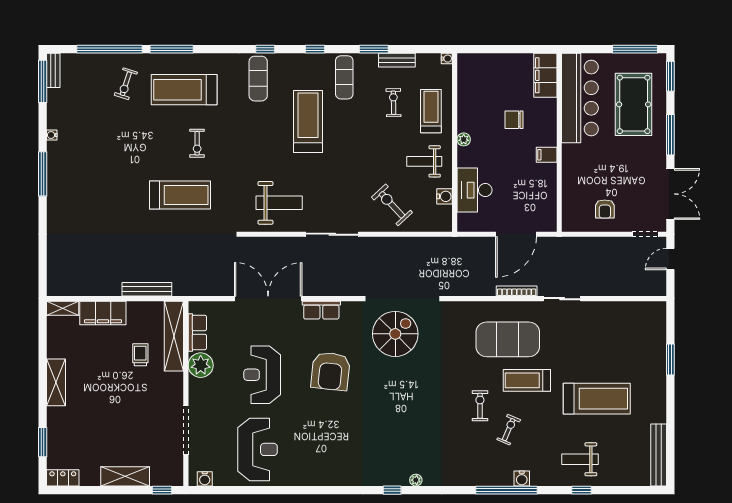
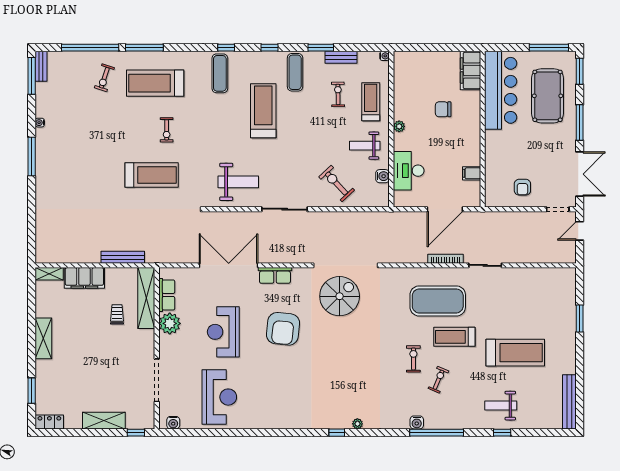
filing cabinet: (547, 155) -> (472, 173), moved
water cooler: (522, 479) -> (417, 422), moved

